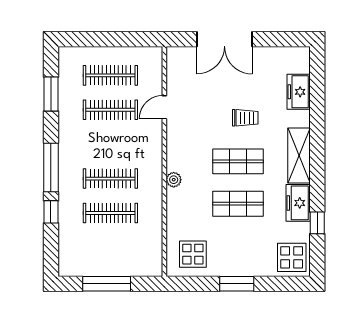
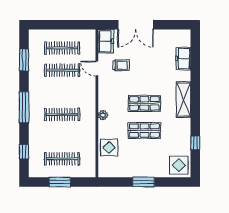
door: (164, 107) -> (97, 69), hinge flipped
trolley: (245, 118) -> (121, 65), moved
freezer: (298, 203) -> (106, 41), moved, turned 180
window: (51, 212) -> (24, 152), moved
clothes rail: (110, 213) -> (62, 159), moved
display table: (193, 254) -> (109, 147), moved
window: (107, 284) -> (60, 182), width x0.69

